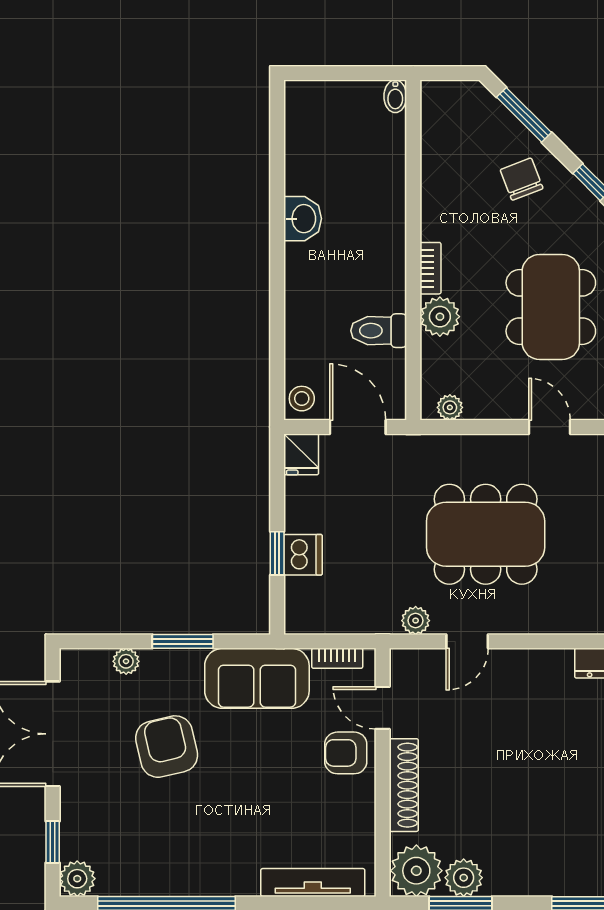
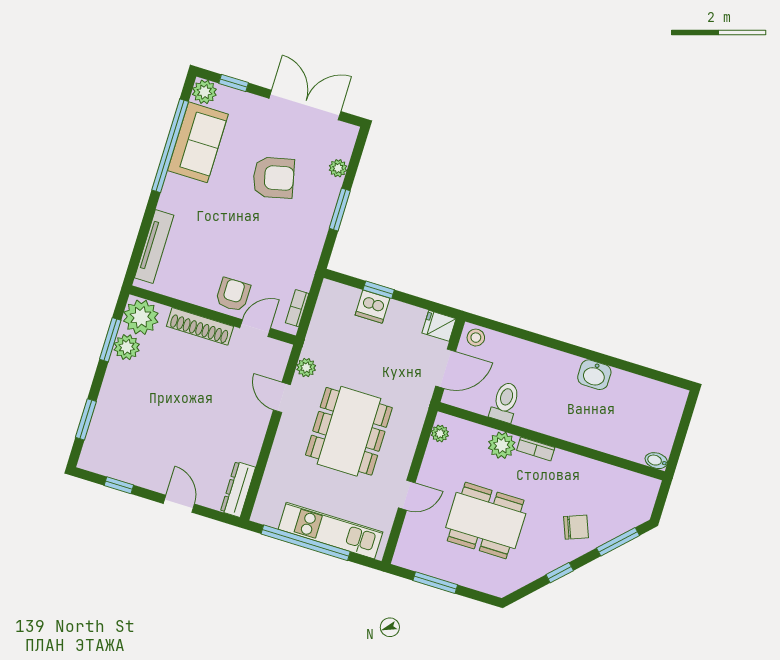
sofa: (257, 678) -> (198, 142), moved, turned 180

